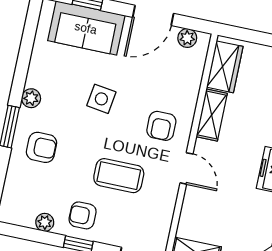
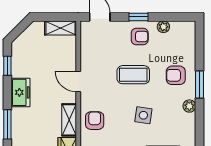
armchair: (161, 126) -> (95, 121), moved
coffee table: (119, 176) -> (133, 75), moved

